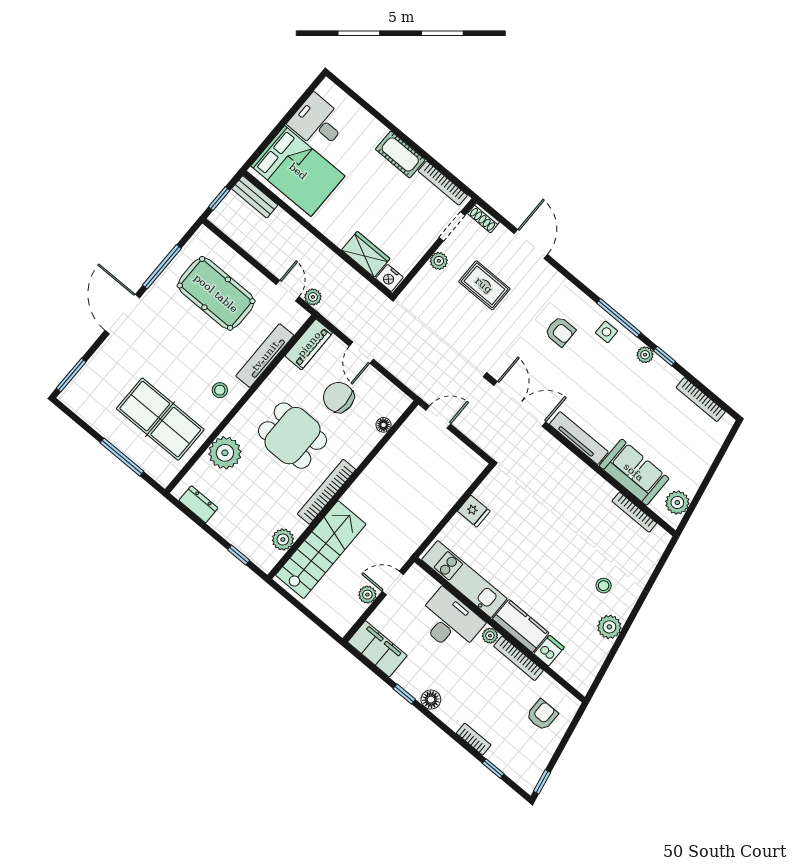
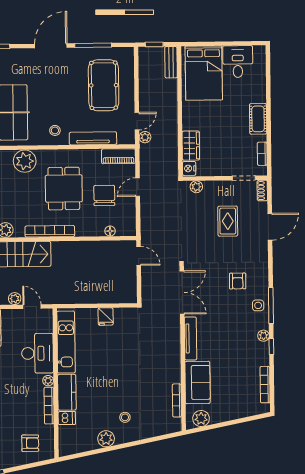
bookcase: (443, 183) -> (262, 154), width x0.64
plant: (439, 261) -> (196, 187), moved

